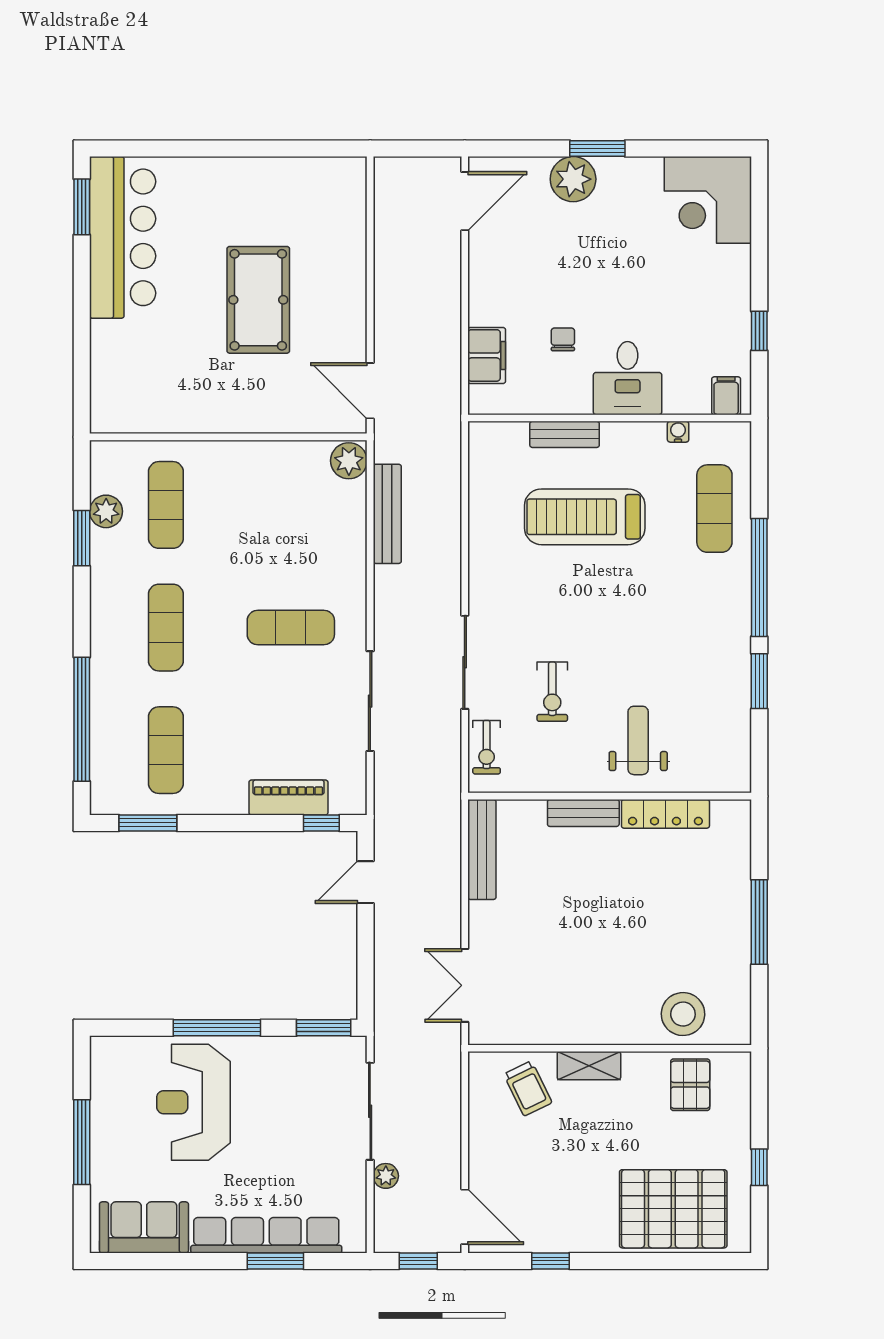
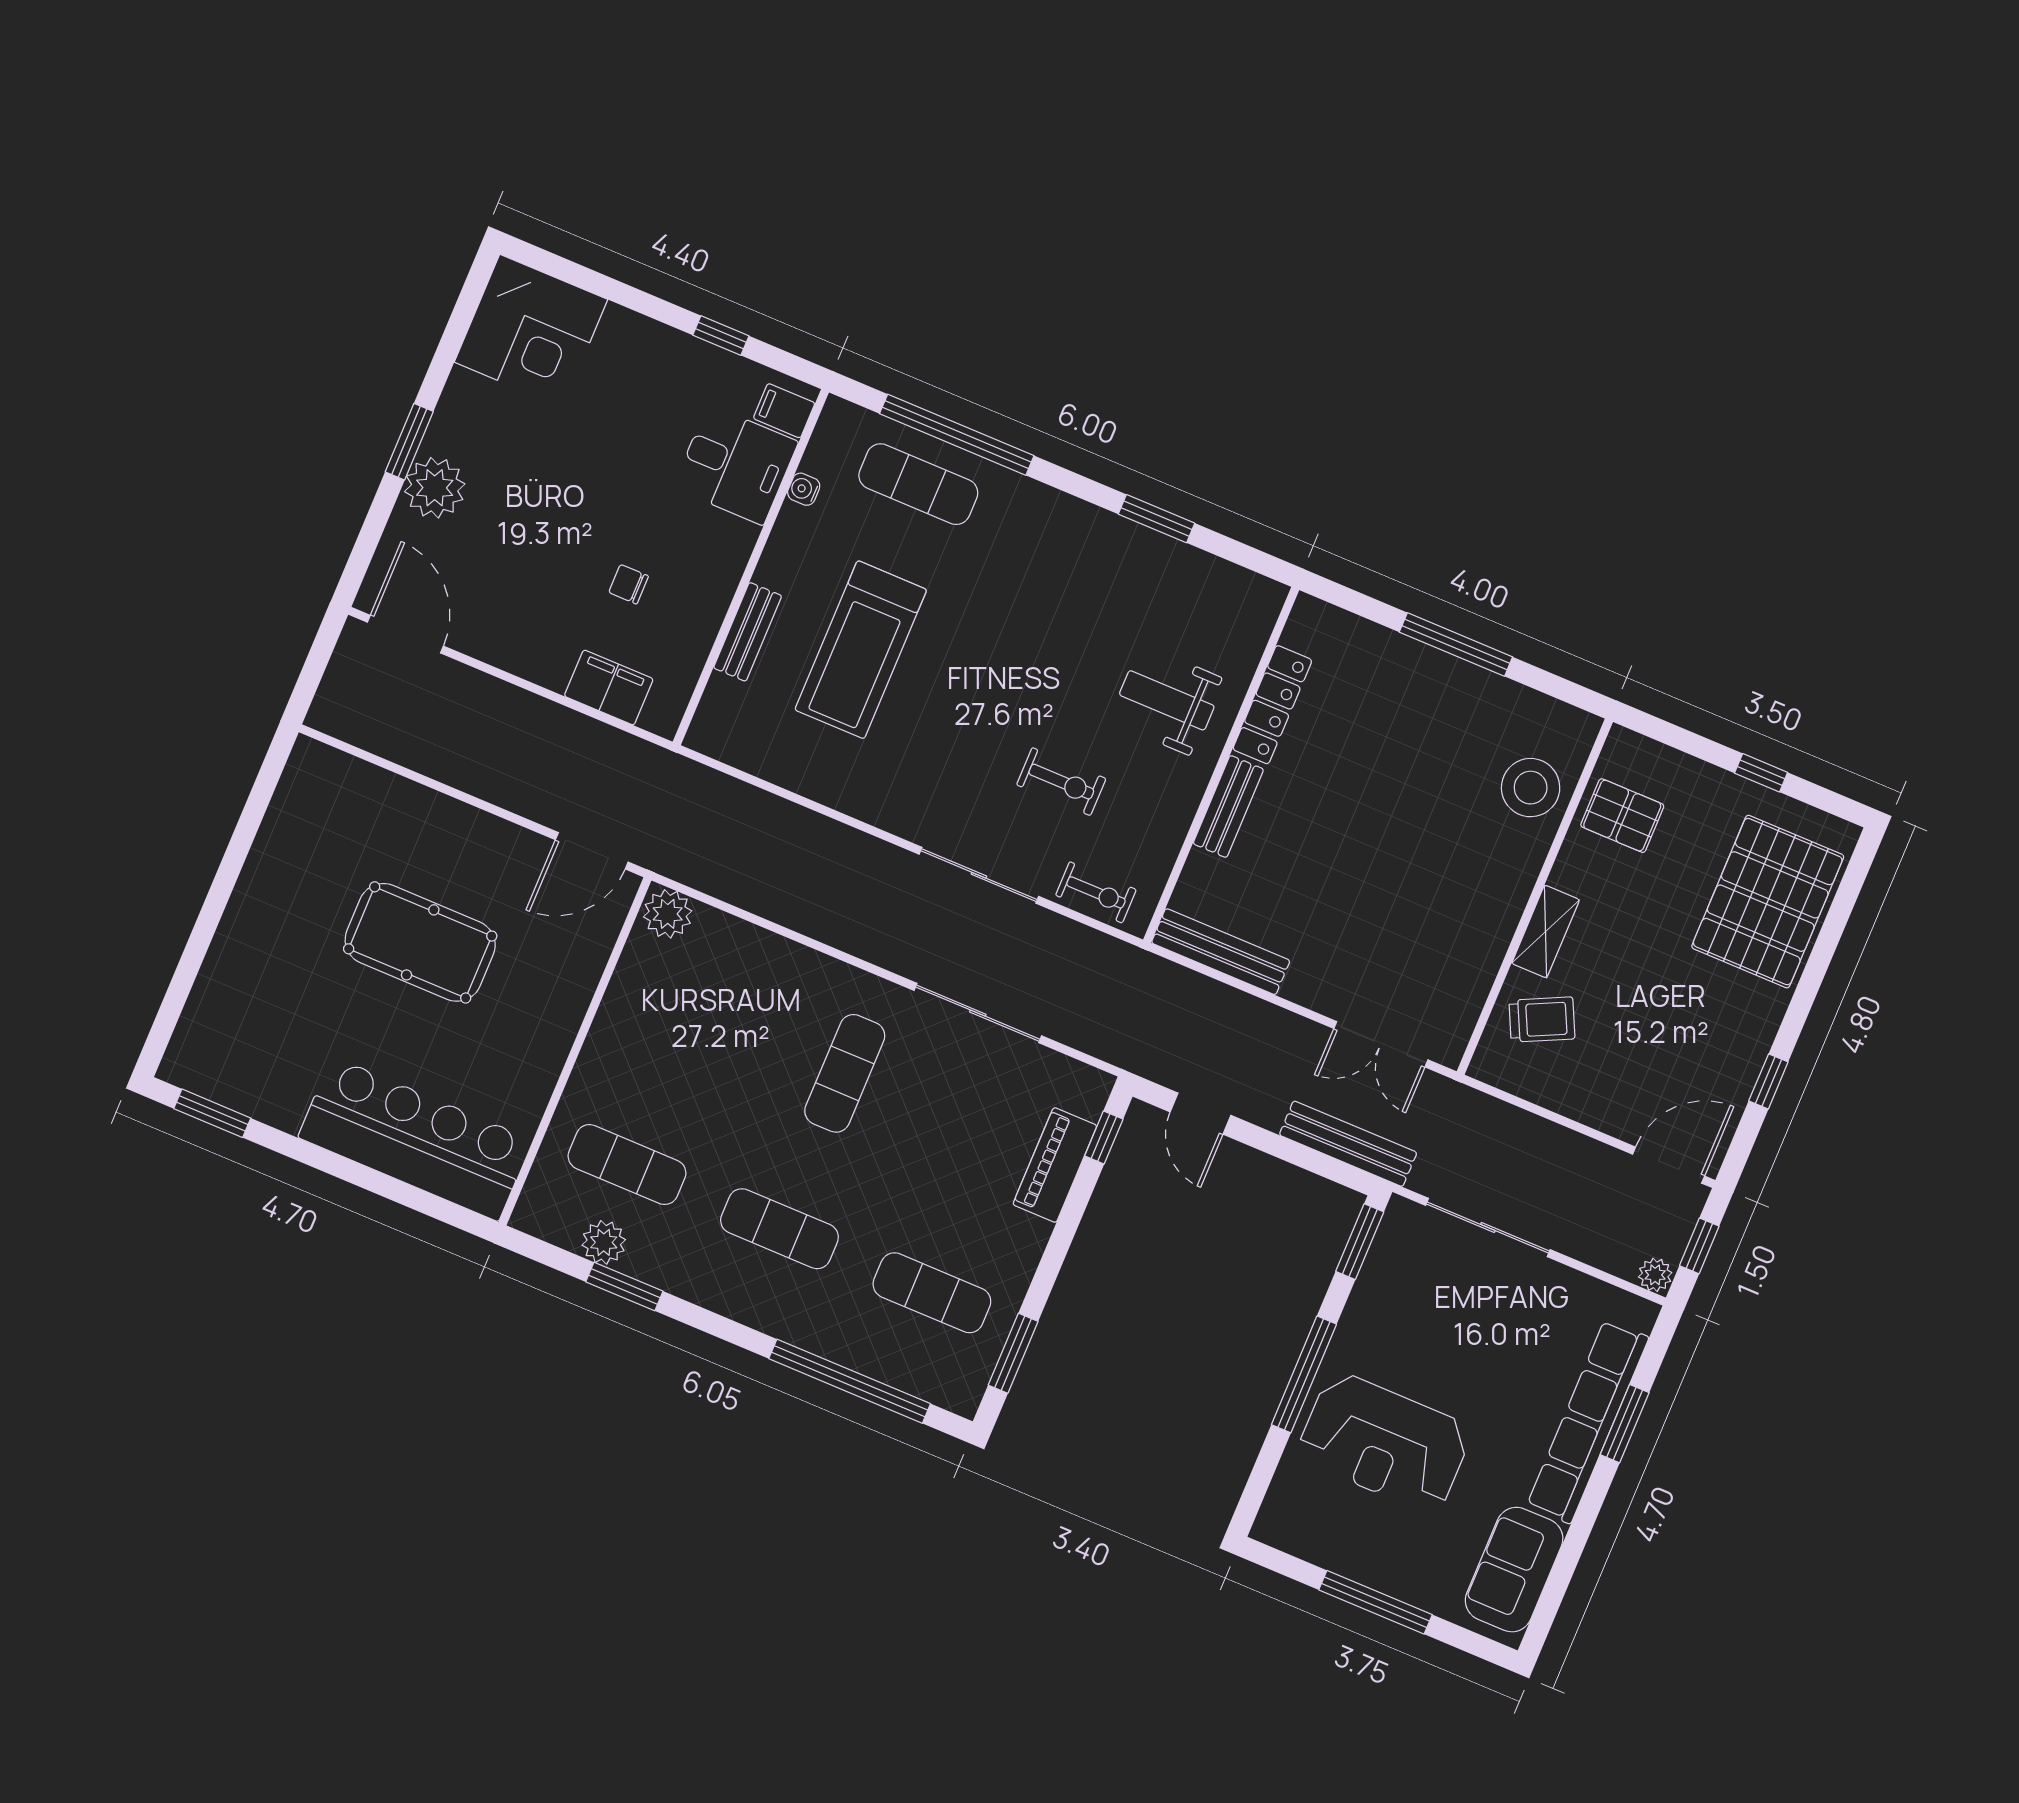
bar counter: (123, 237) -> (415, 1139), moved
desk: (628, 378) -> (736, 465), moved
bench: (387, 514) -> (1348, 1144), moved
window: (759, 577) -> (957, 435), moved
plant: (386, 1176) -> (1655, 1275), moved

